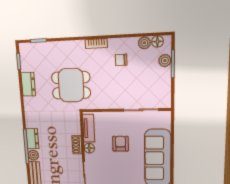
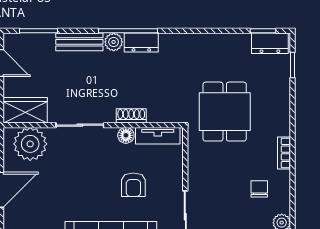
dresser: (28, 84) -> (270, 43), moved
armchair: (120, 144) -> (133, 185), turned 90

